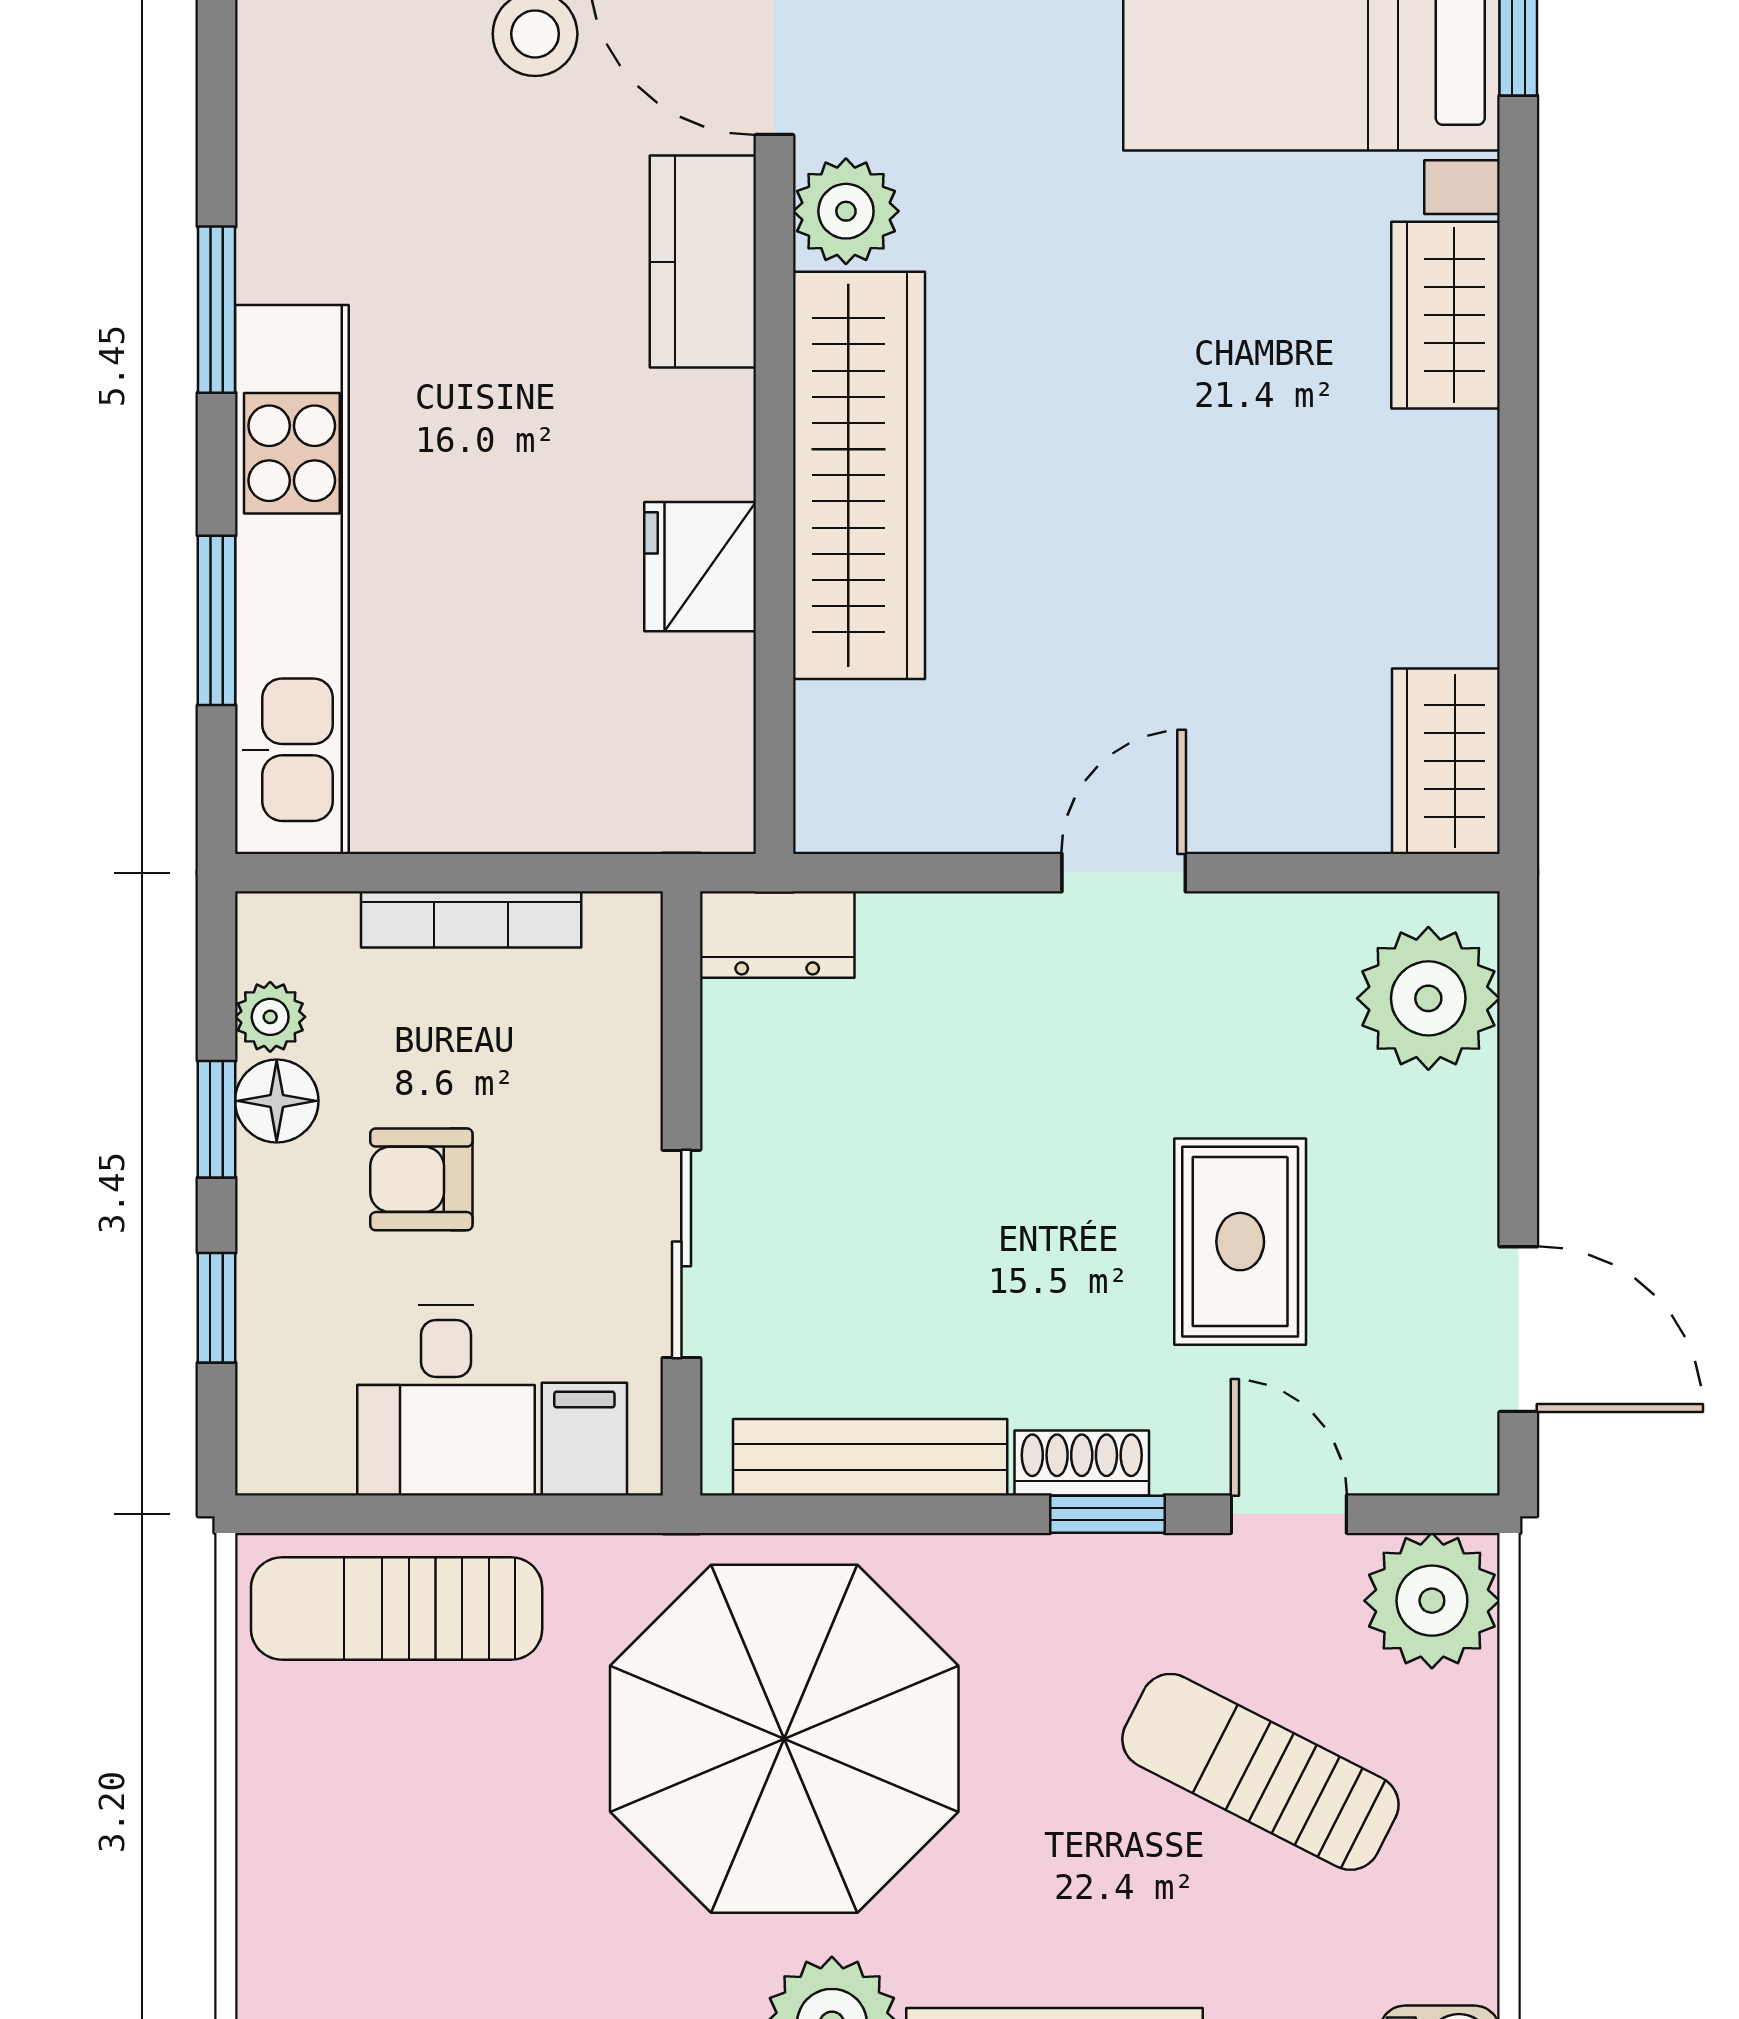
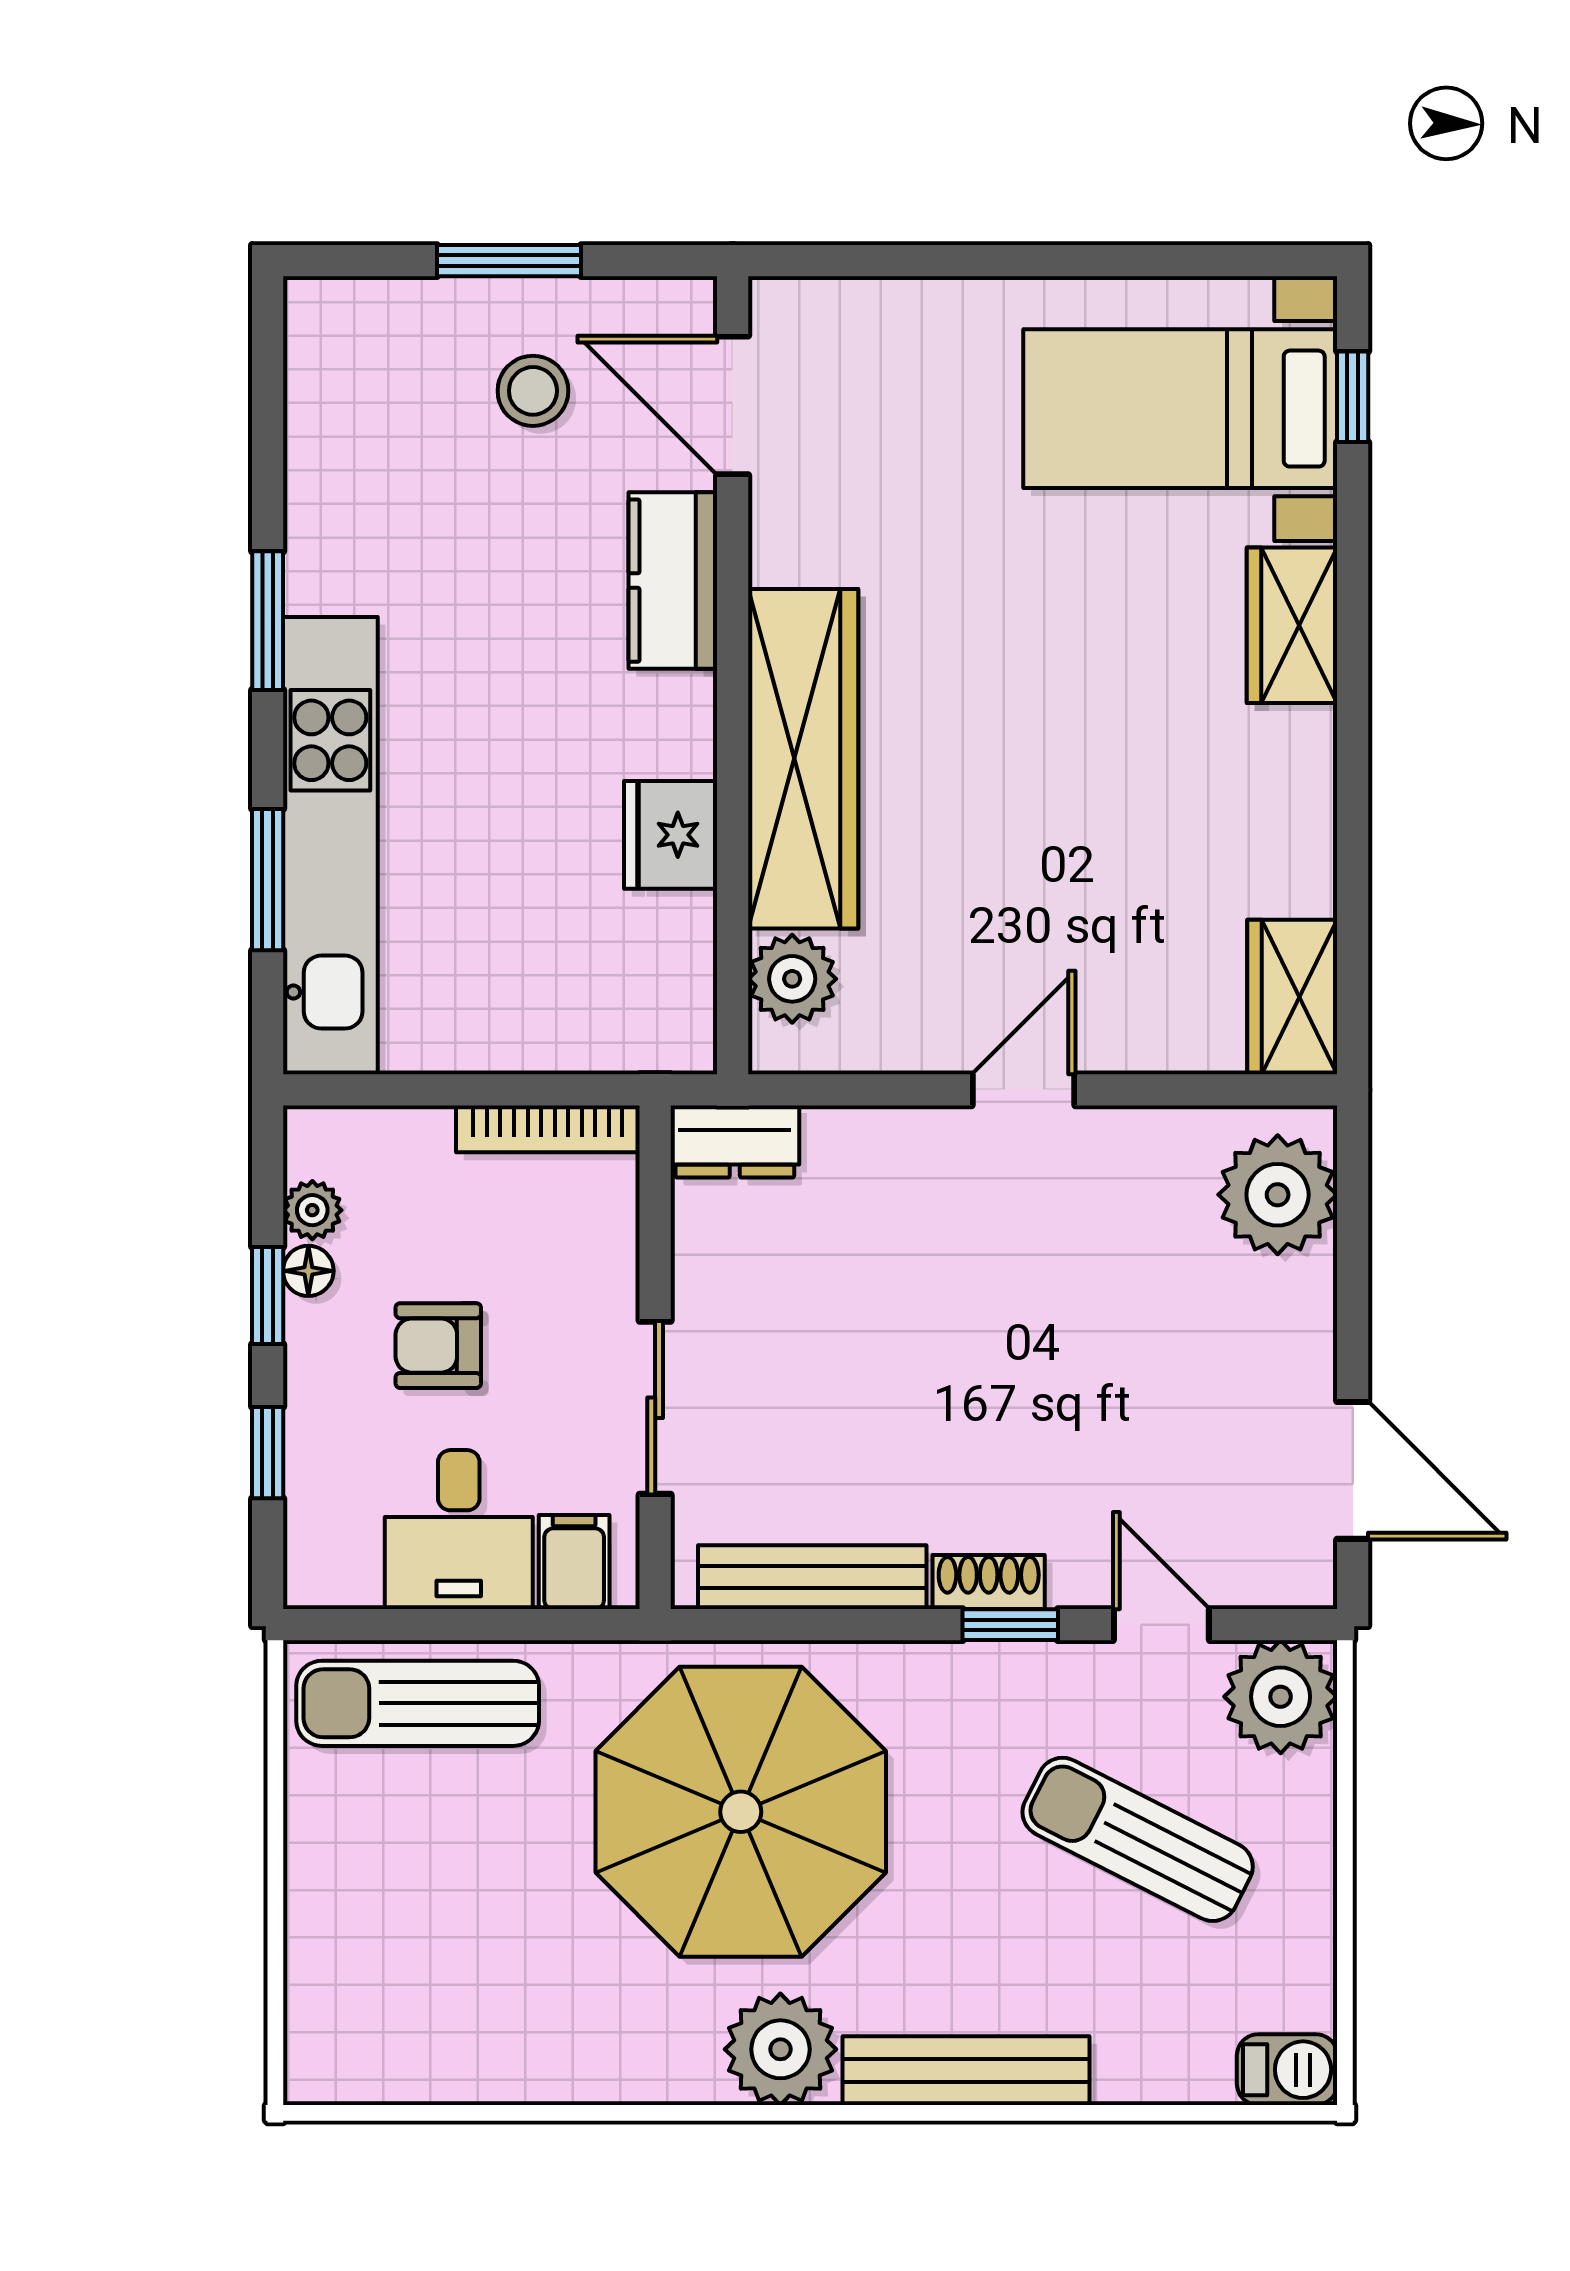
plant: (846, 211) -> (792, 979), moved
bookcase: (471, 919) -> (548, 1129), moved
floor lamp: (277, 1101) -> (308, 1271), width x0.73, depth x0.73
rug: (1240, 1242) -> (1121, 1397), removed

